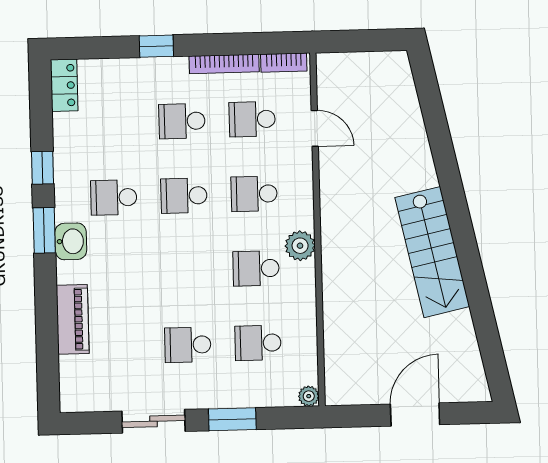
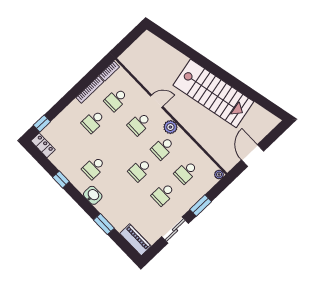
window: (156, 46) -> (42, 123), moved
door: (315, 128) -> (157, 101), moved
school desk: (184, 196) -> (140, 170), moved
window: (44, 230) -> (104, 224), moved
stairs: (432, 252) -> (213, 93), width x1.36, depth x1.51
piano: (73, 319) -> (135, 240), moved
door: (415, 414) -> (252, 156), moved

